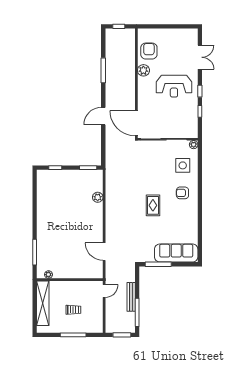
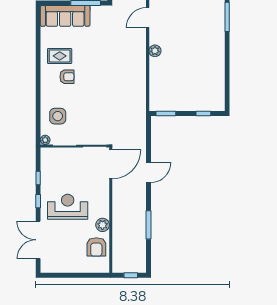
double door: (200, 57) -> (38, 240), width x1.37
door: (136, 123) -> (111, 164), hinge flipped
armchair: (182, 193) -> (67, 77), moved
plant: (98, 197) -> (155, 51), moved
rug: (153, 205) -> (60, 56), moved, turned 90
door: (104, 252) -> (148, 18), swing flipped

